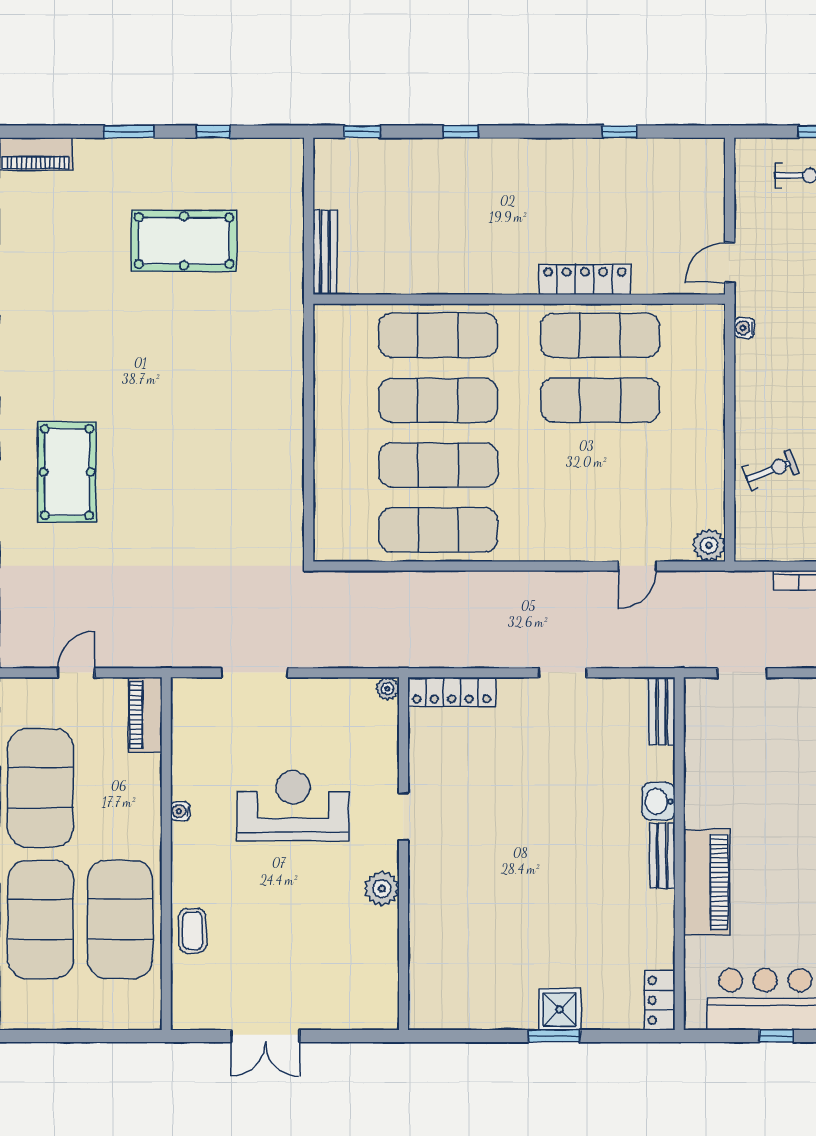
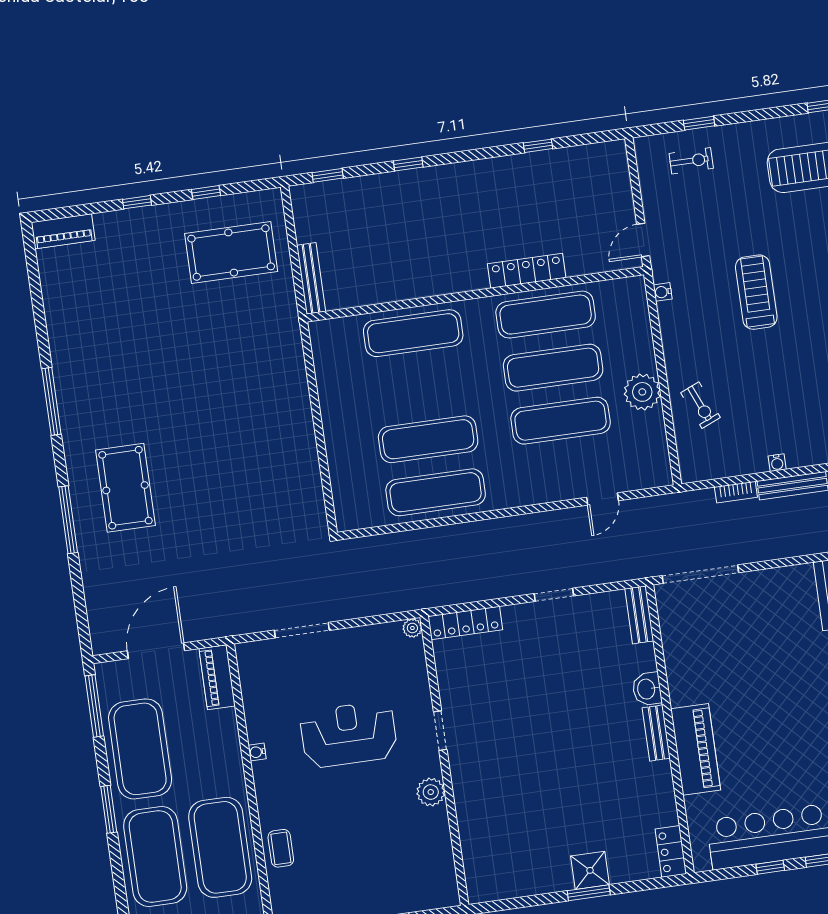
window: (129, 132) -> (137, 202), width x0.67
pool table: (184, 241) -> (231, 252), moved
exercise mat: (438, 400) -> (561, 421), moved
exercise bike: (771, 470) -> (701, 405), turned 88
plant: (709, 545) -> (642, 392), moved, width x1.36, depth x1.36
door: (76, 673) -> (156, 651), width x1.88
doorway: (742, 673) -> (700, 574), width x1.87

